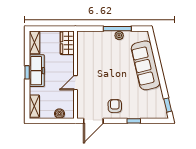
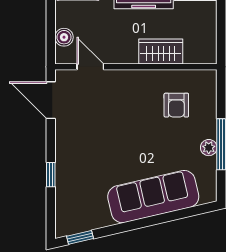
wardrobe: (67, 43) -> (161, 52), moved
door: (75, 83) -> (90, 67), moved
armchair: (115, 106) -> (176, 105), moved, turned 91

